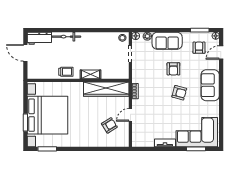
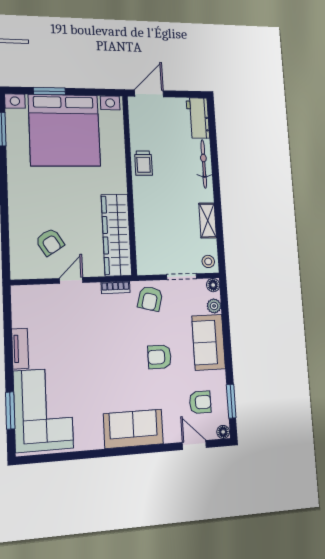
door: (25, 53) -> (149, 93), moved
shelving: (90, 74) -> (208, 220), moved
armchair: (179, 93) -> (150, 299), moved
door: (130, 115) -> (71, 280), hinge flipped

